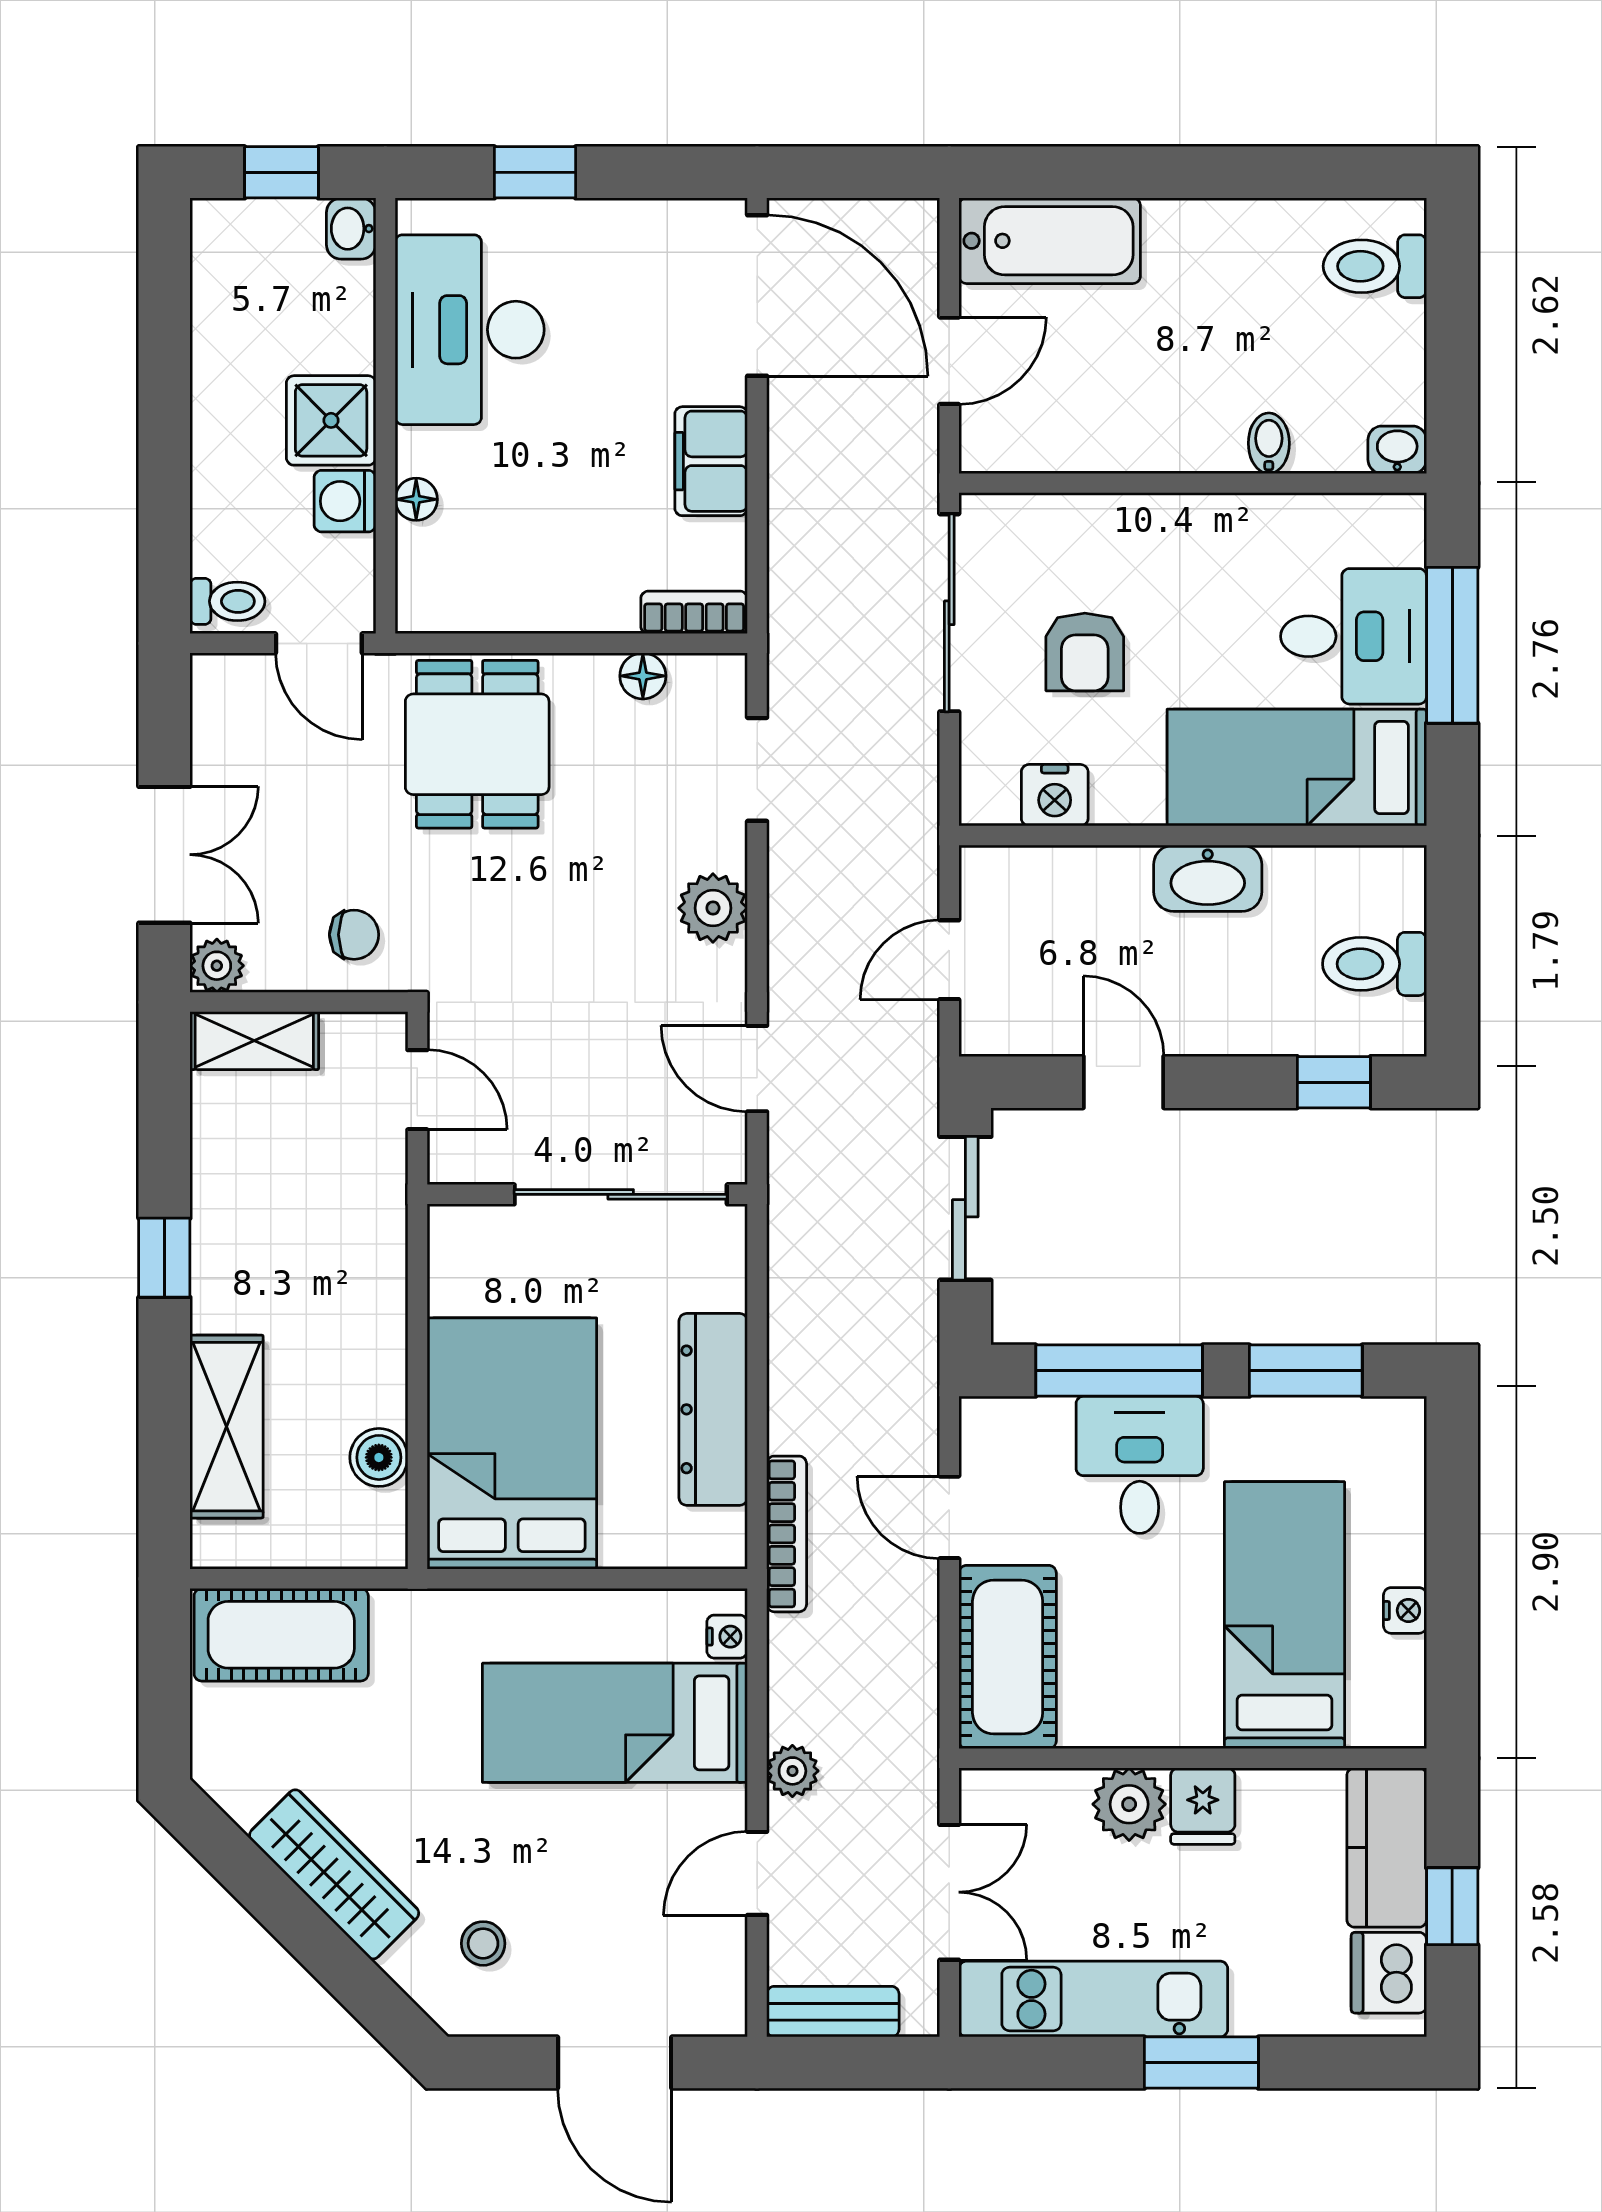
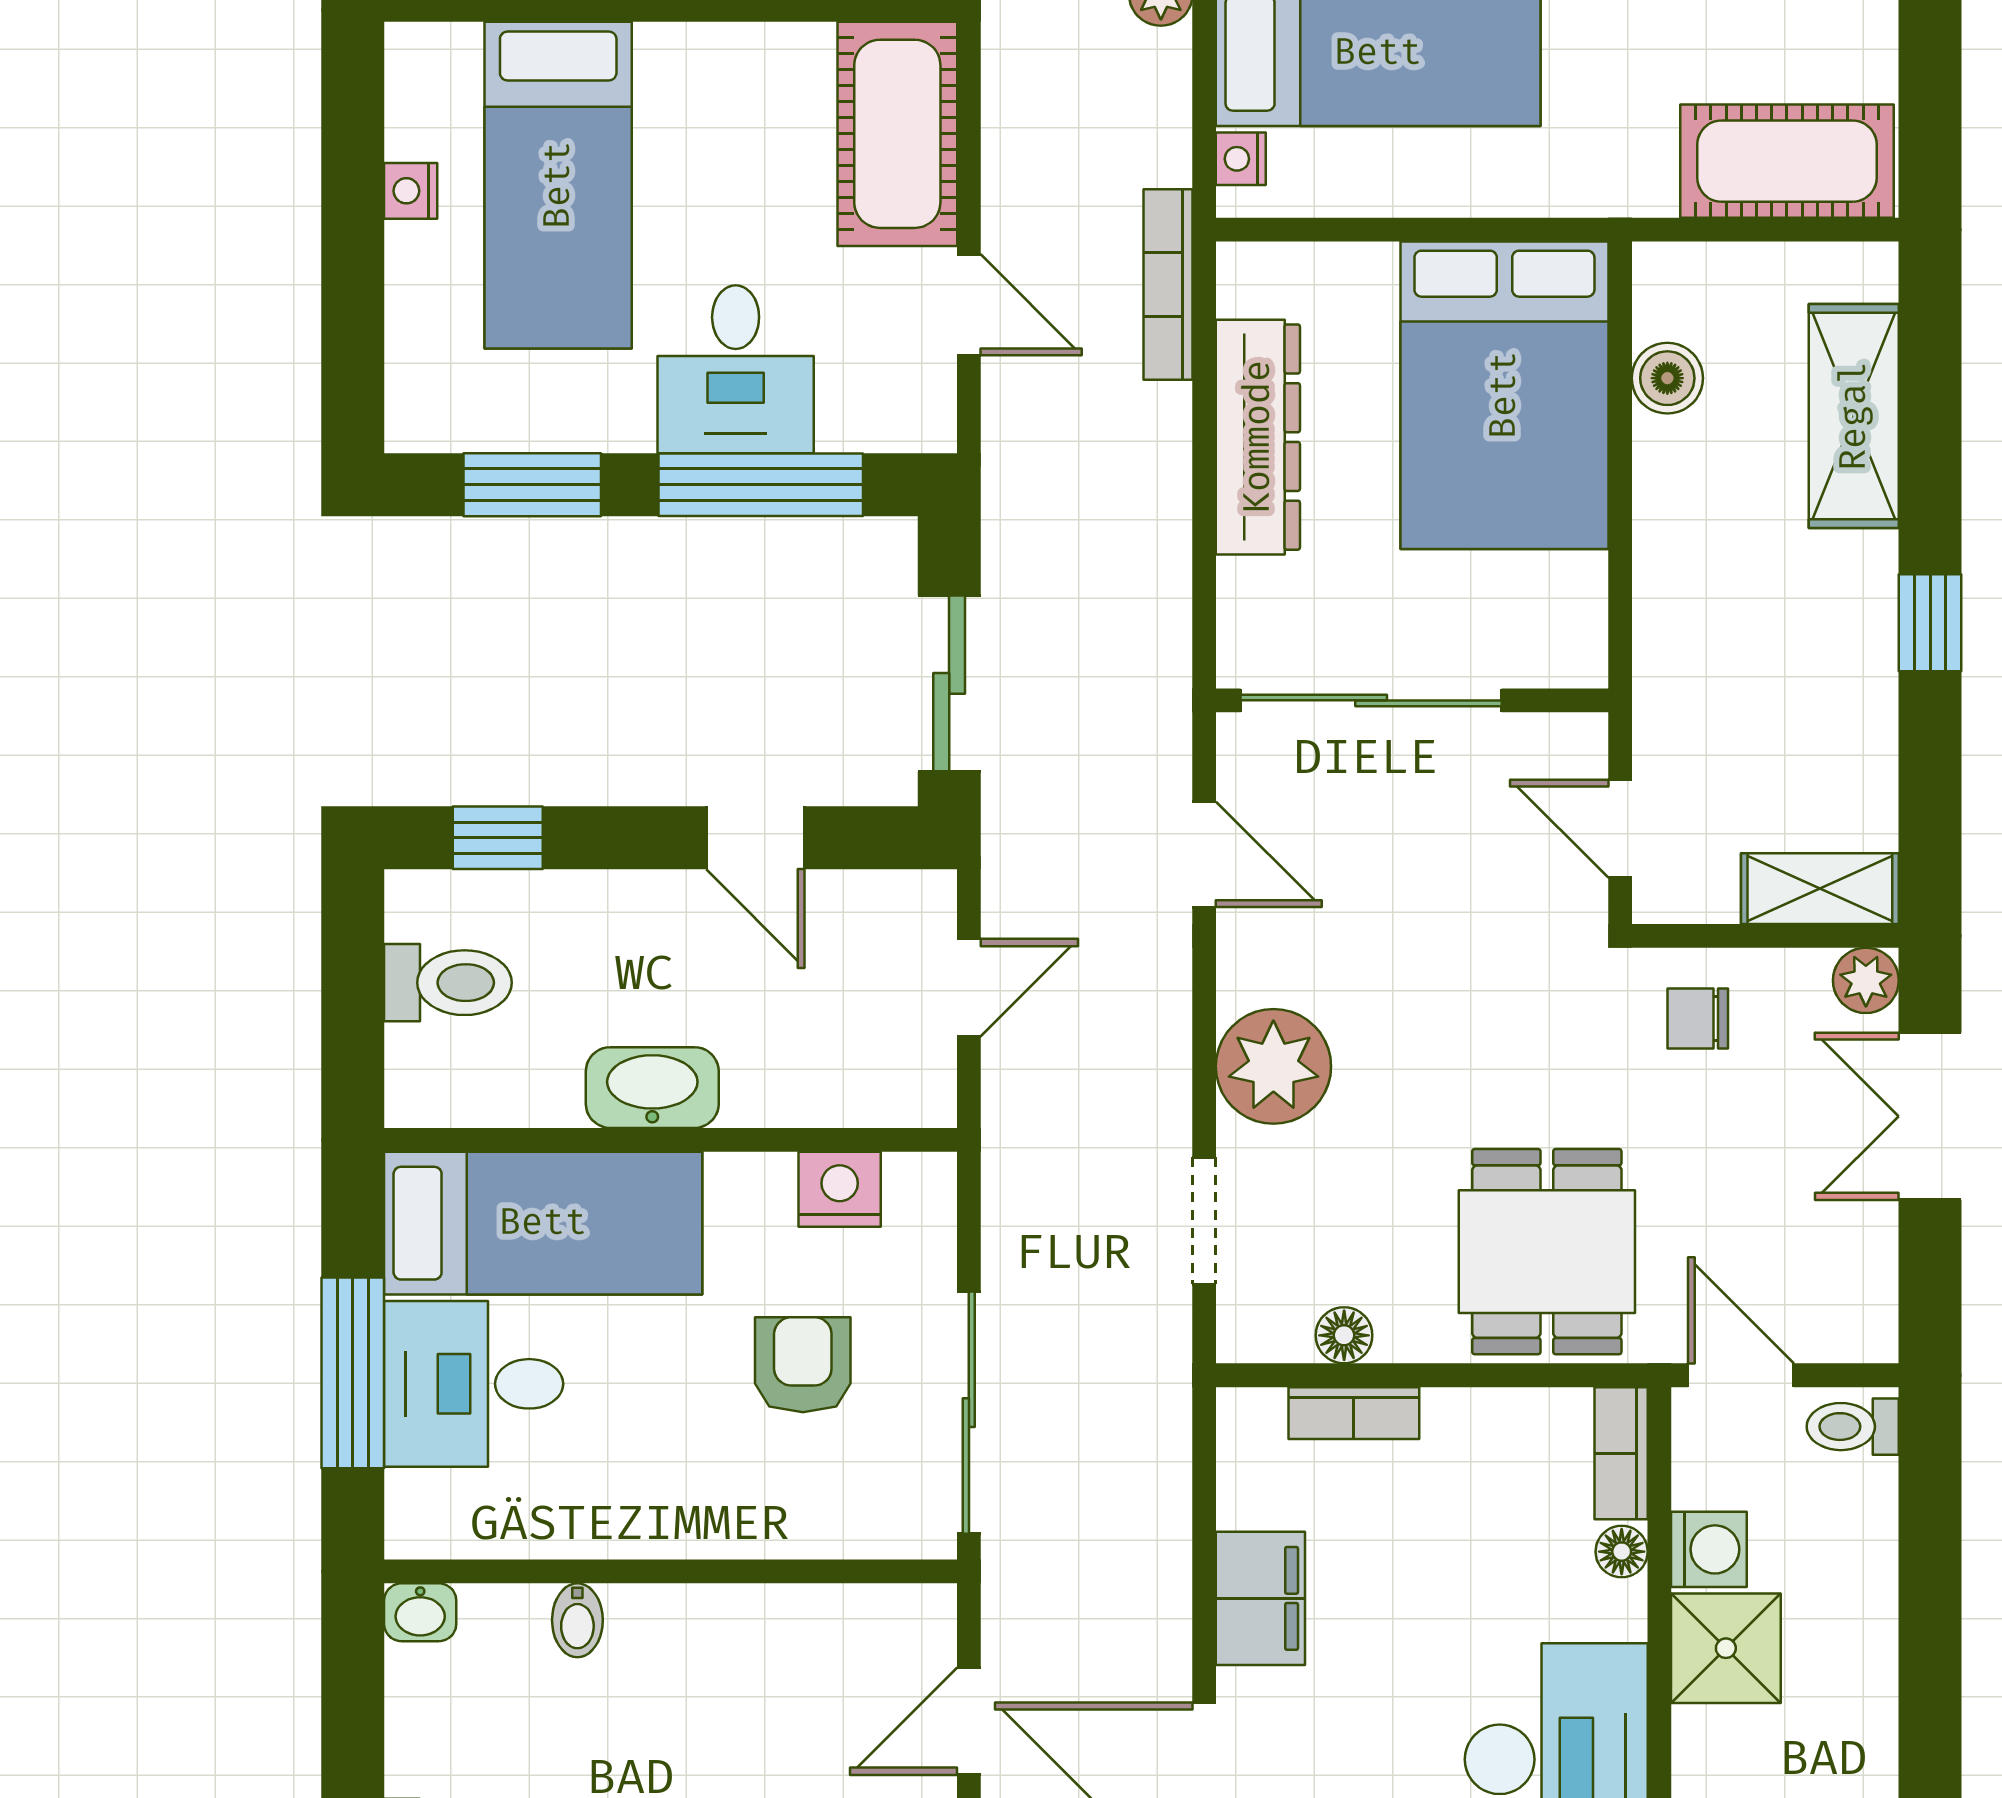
bookcase: (417, 580) -> (1621, 1453), added
bookcase: (694, 612) -> (1354, 1413), moved
plant: (713, 908) -> (1273, 1066), width x1.36, depth x1.36

